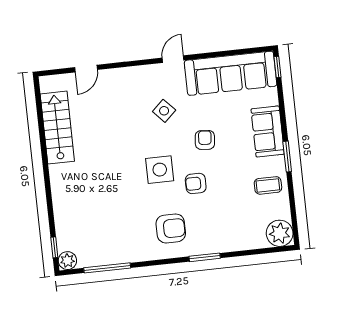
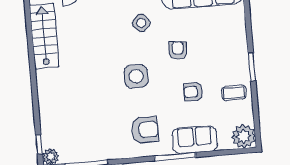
sofa: (268, 132) -> (195, 140), moved, turned 90
armchair: (196, 183) -> (193, 92), moved
window: (205, 257) -> (175, 157), width x1.44

